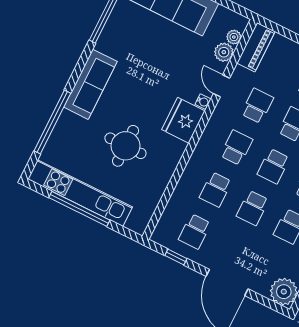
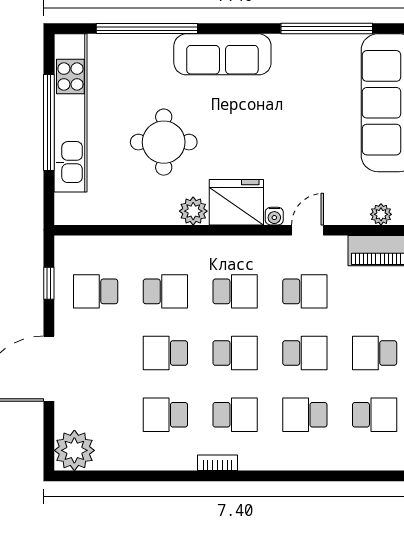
plant: (224, 52) -> (193, 211), moved
school desk: (273, 166) -> (235, 353), turned 180
school desk: (216, 189) -> (165, 291), turned 180

